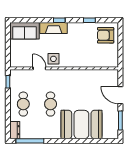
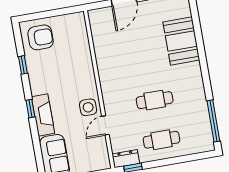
armchair: (106, 35) -> (41, 37), turned -90
booth: (81, 124) -> (181, 41), width x0.73, depth x0.70
dresser: (15, 130) -> (126, 159), moved

